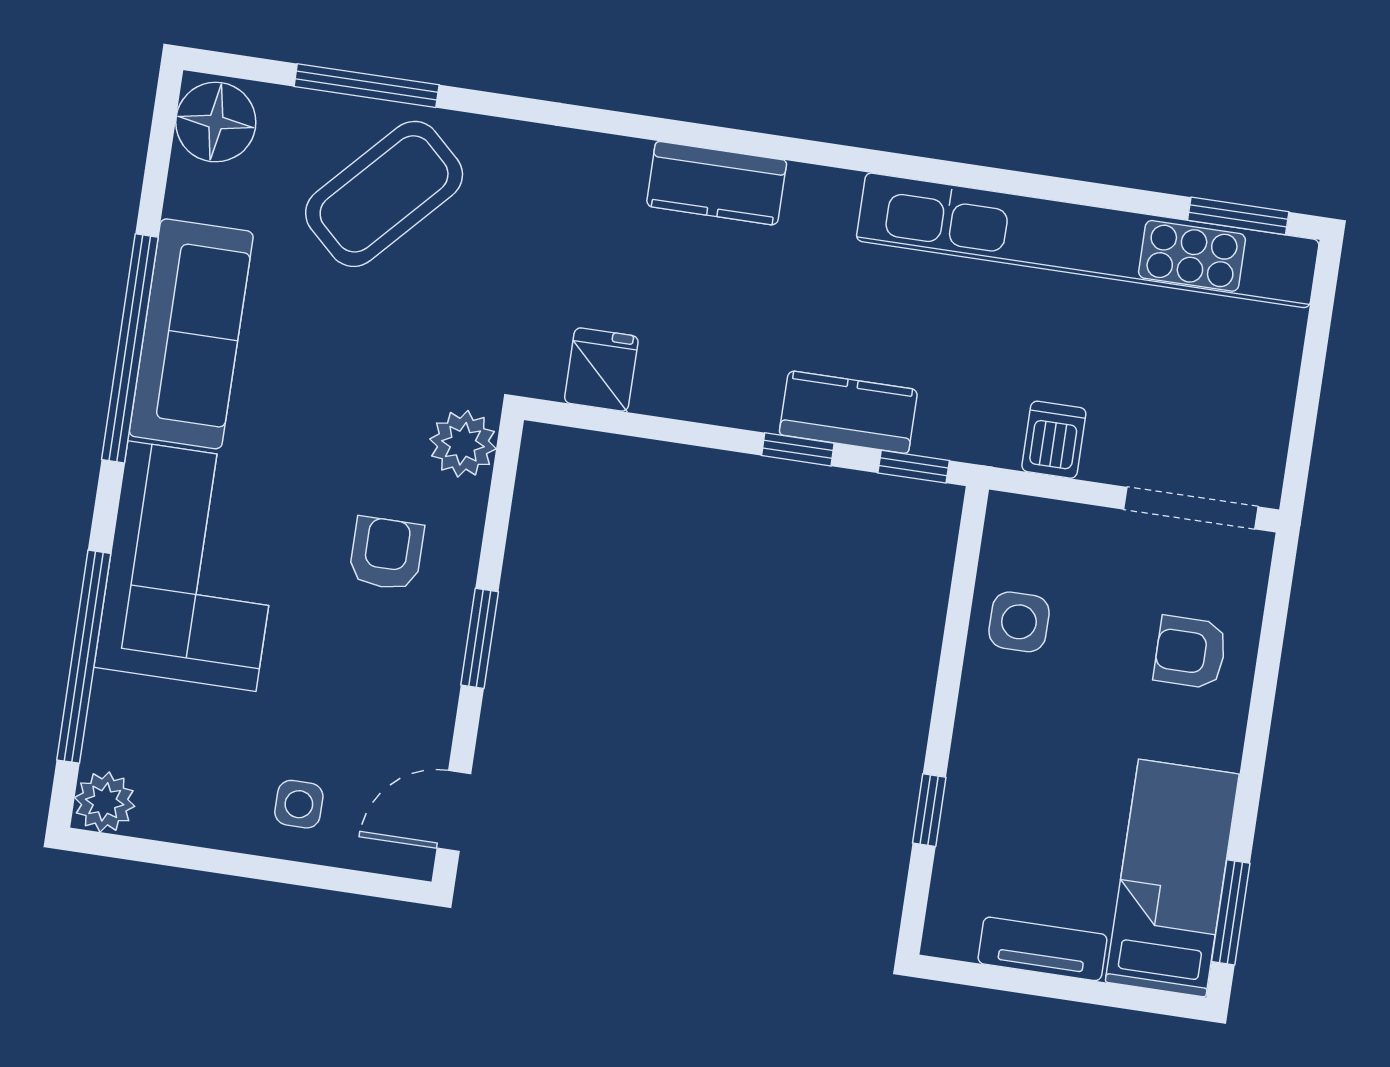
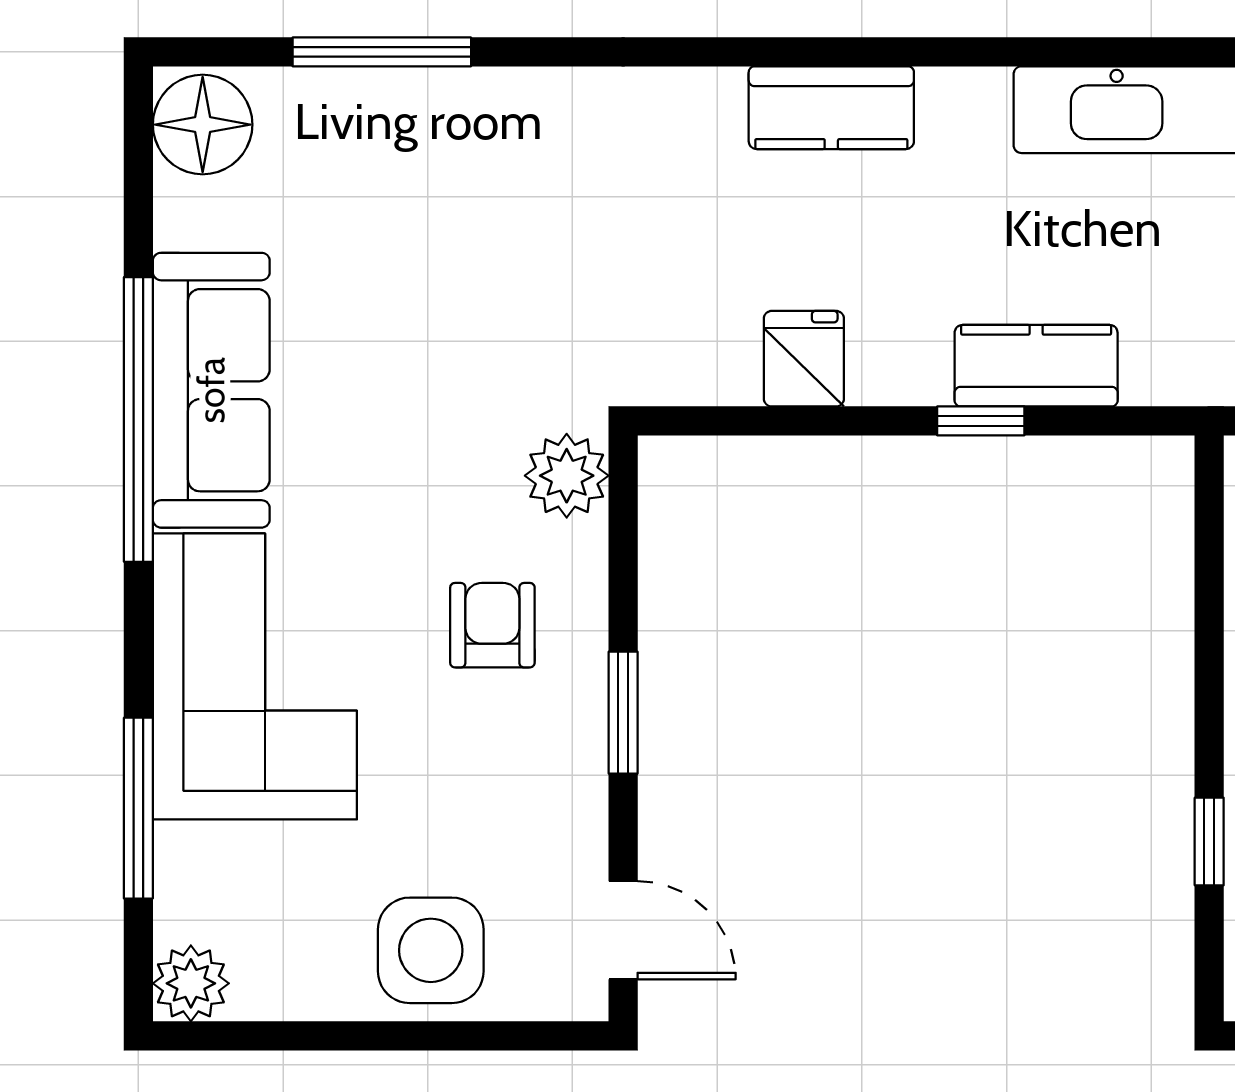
coffee table: (384, 194) -> (423, 182), removed
fridge: (601, 370) -> (804, 359), moved
window: (914, 467) -> (1127, 421), removed
window: (84, 657) -> (138, 808), width x0.68
side table: (299, 804) -> (431, 950), width x1.87, depth x1.87
door: (454, 811) -> (623, 930), swing flipped

